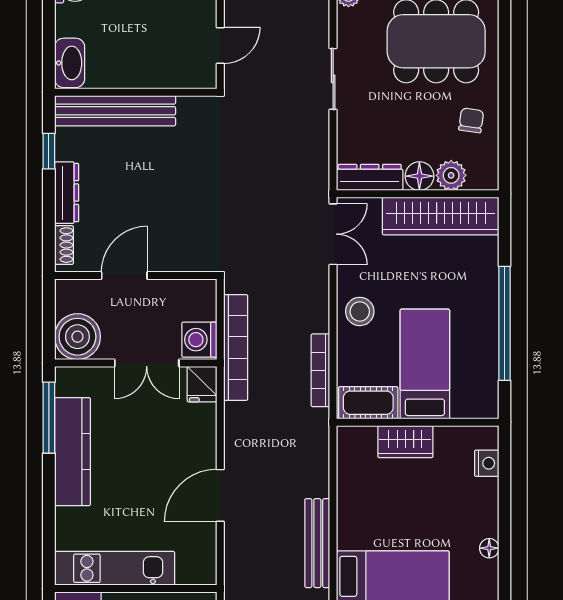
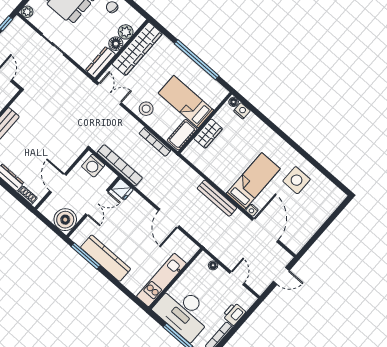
washing machine: (199, 340) -> (93, 166), moved
floor lamp: (489, 548) -> (234, 102), moved

